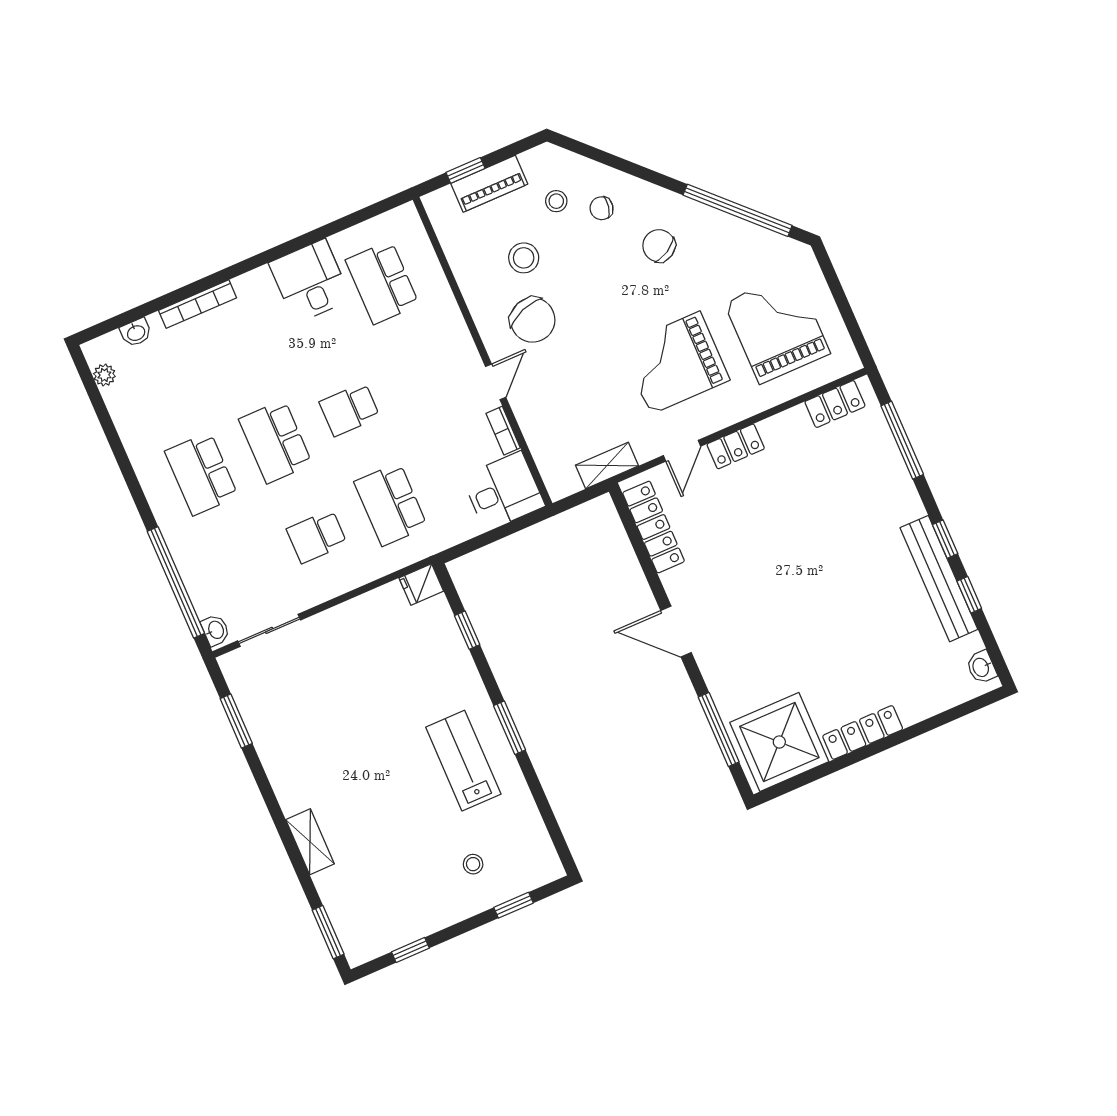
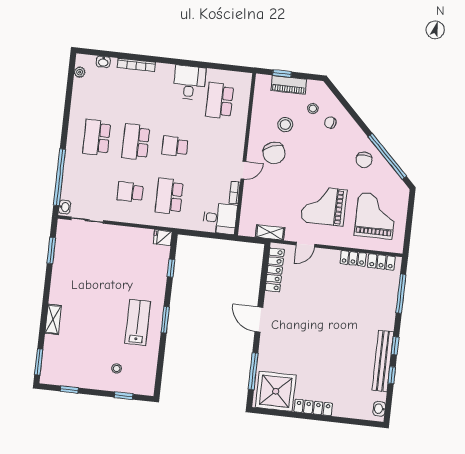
chair: (659, 246) -> (364, 160), moved, turned -150
locker: (736, 446) -> (353, 258), moved

